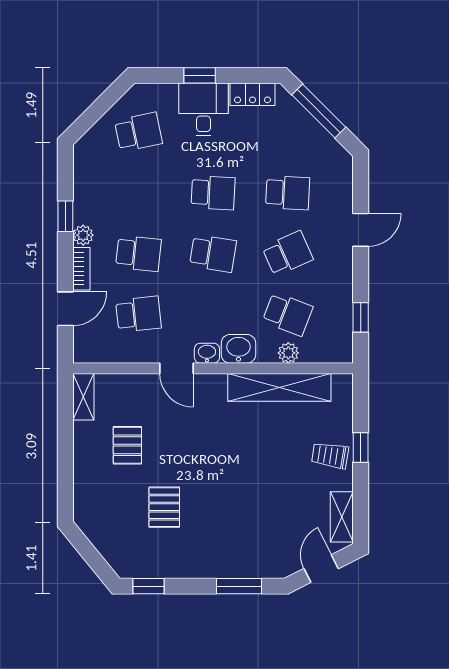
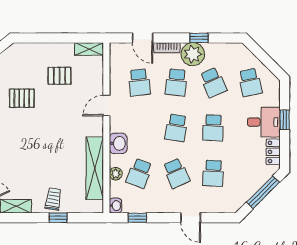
school desk: (138, 193) -> (213, 82), added
plant: (83, 235) -> (193, 54), width x1.88, depth x1.88
washbasin: (207, 353) -> (116, 206), moved

